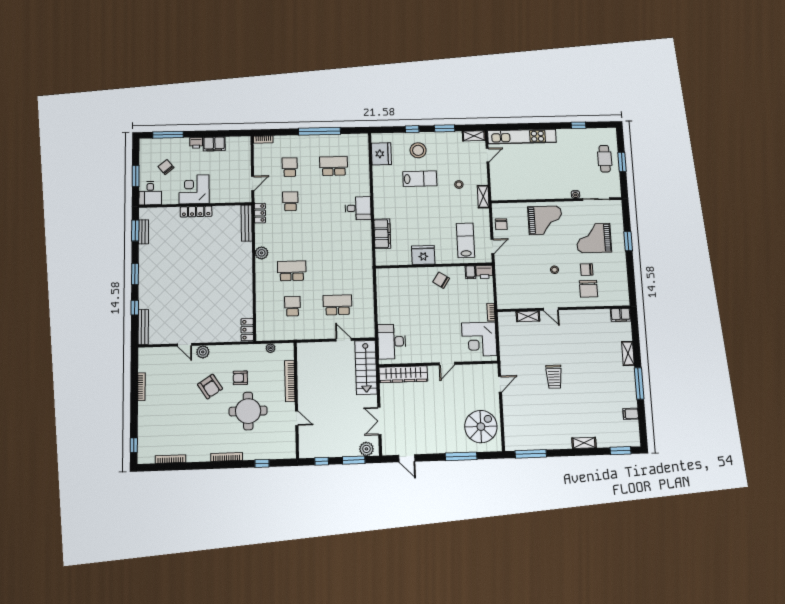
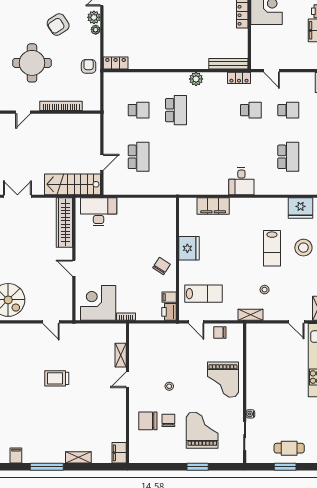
plant: (271, 348) -> (96, 30), moved
armchair: (240, 378) -> (89, 66), moved

